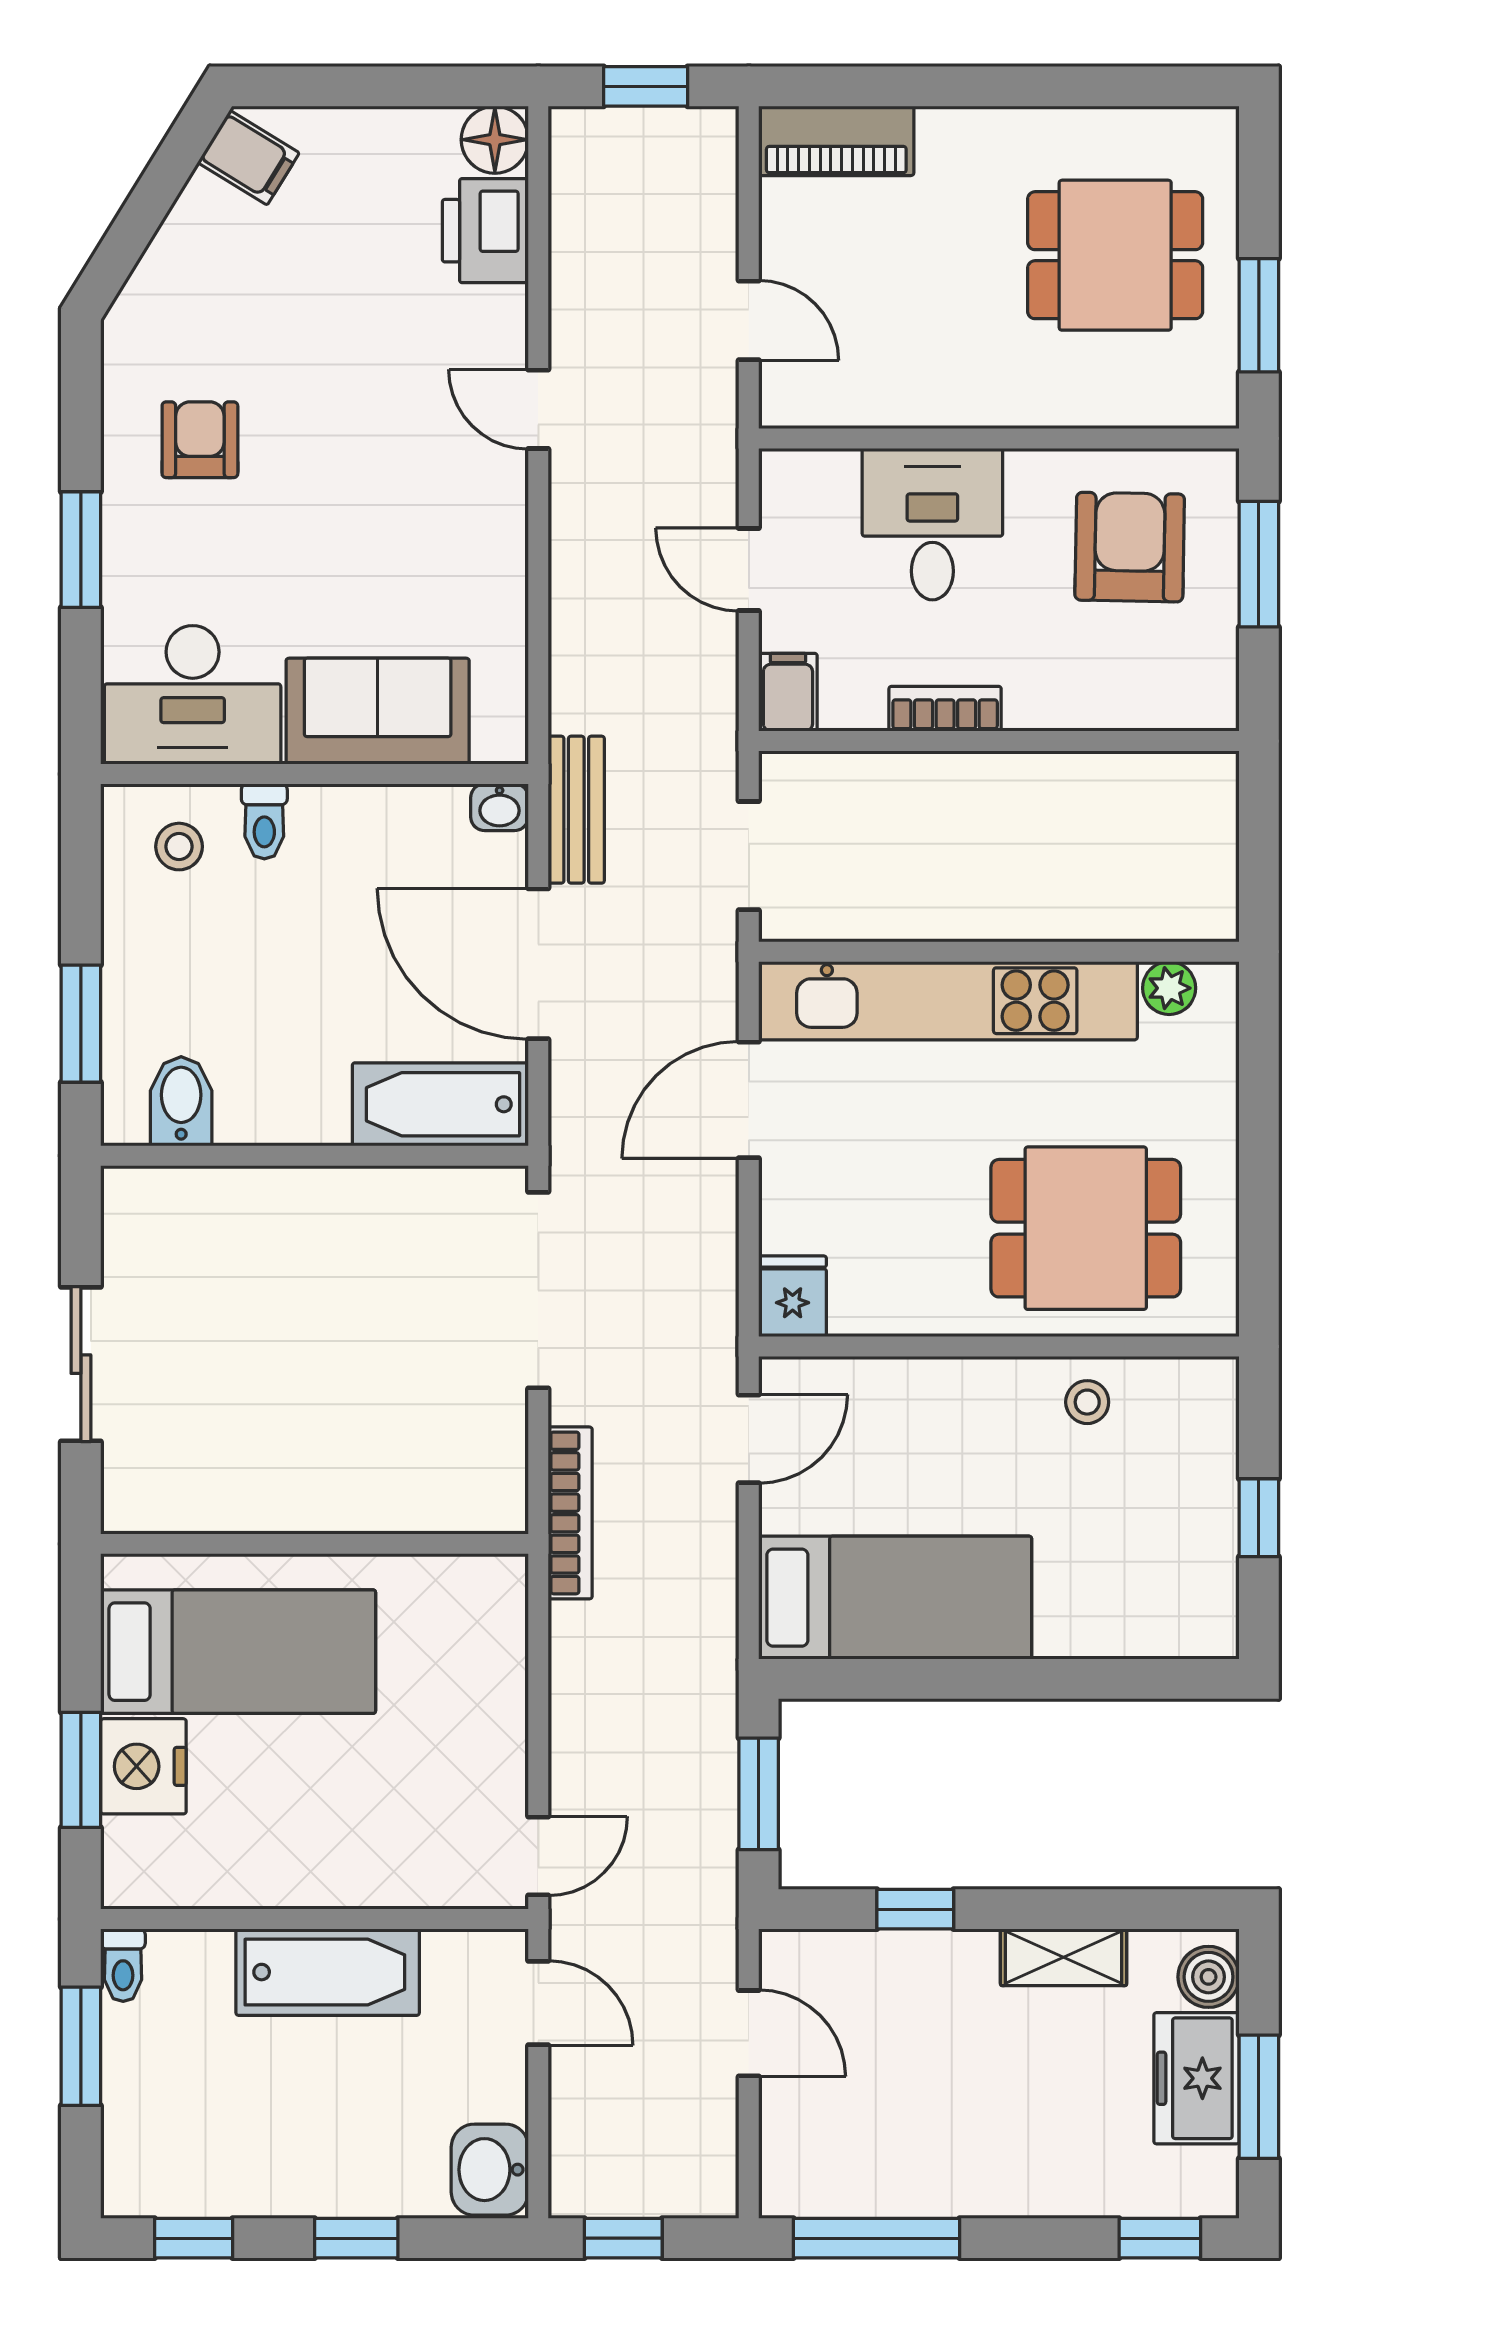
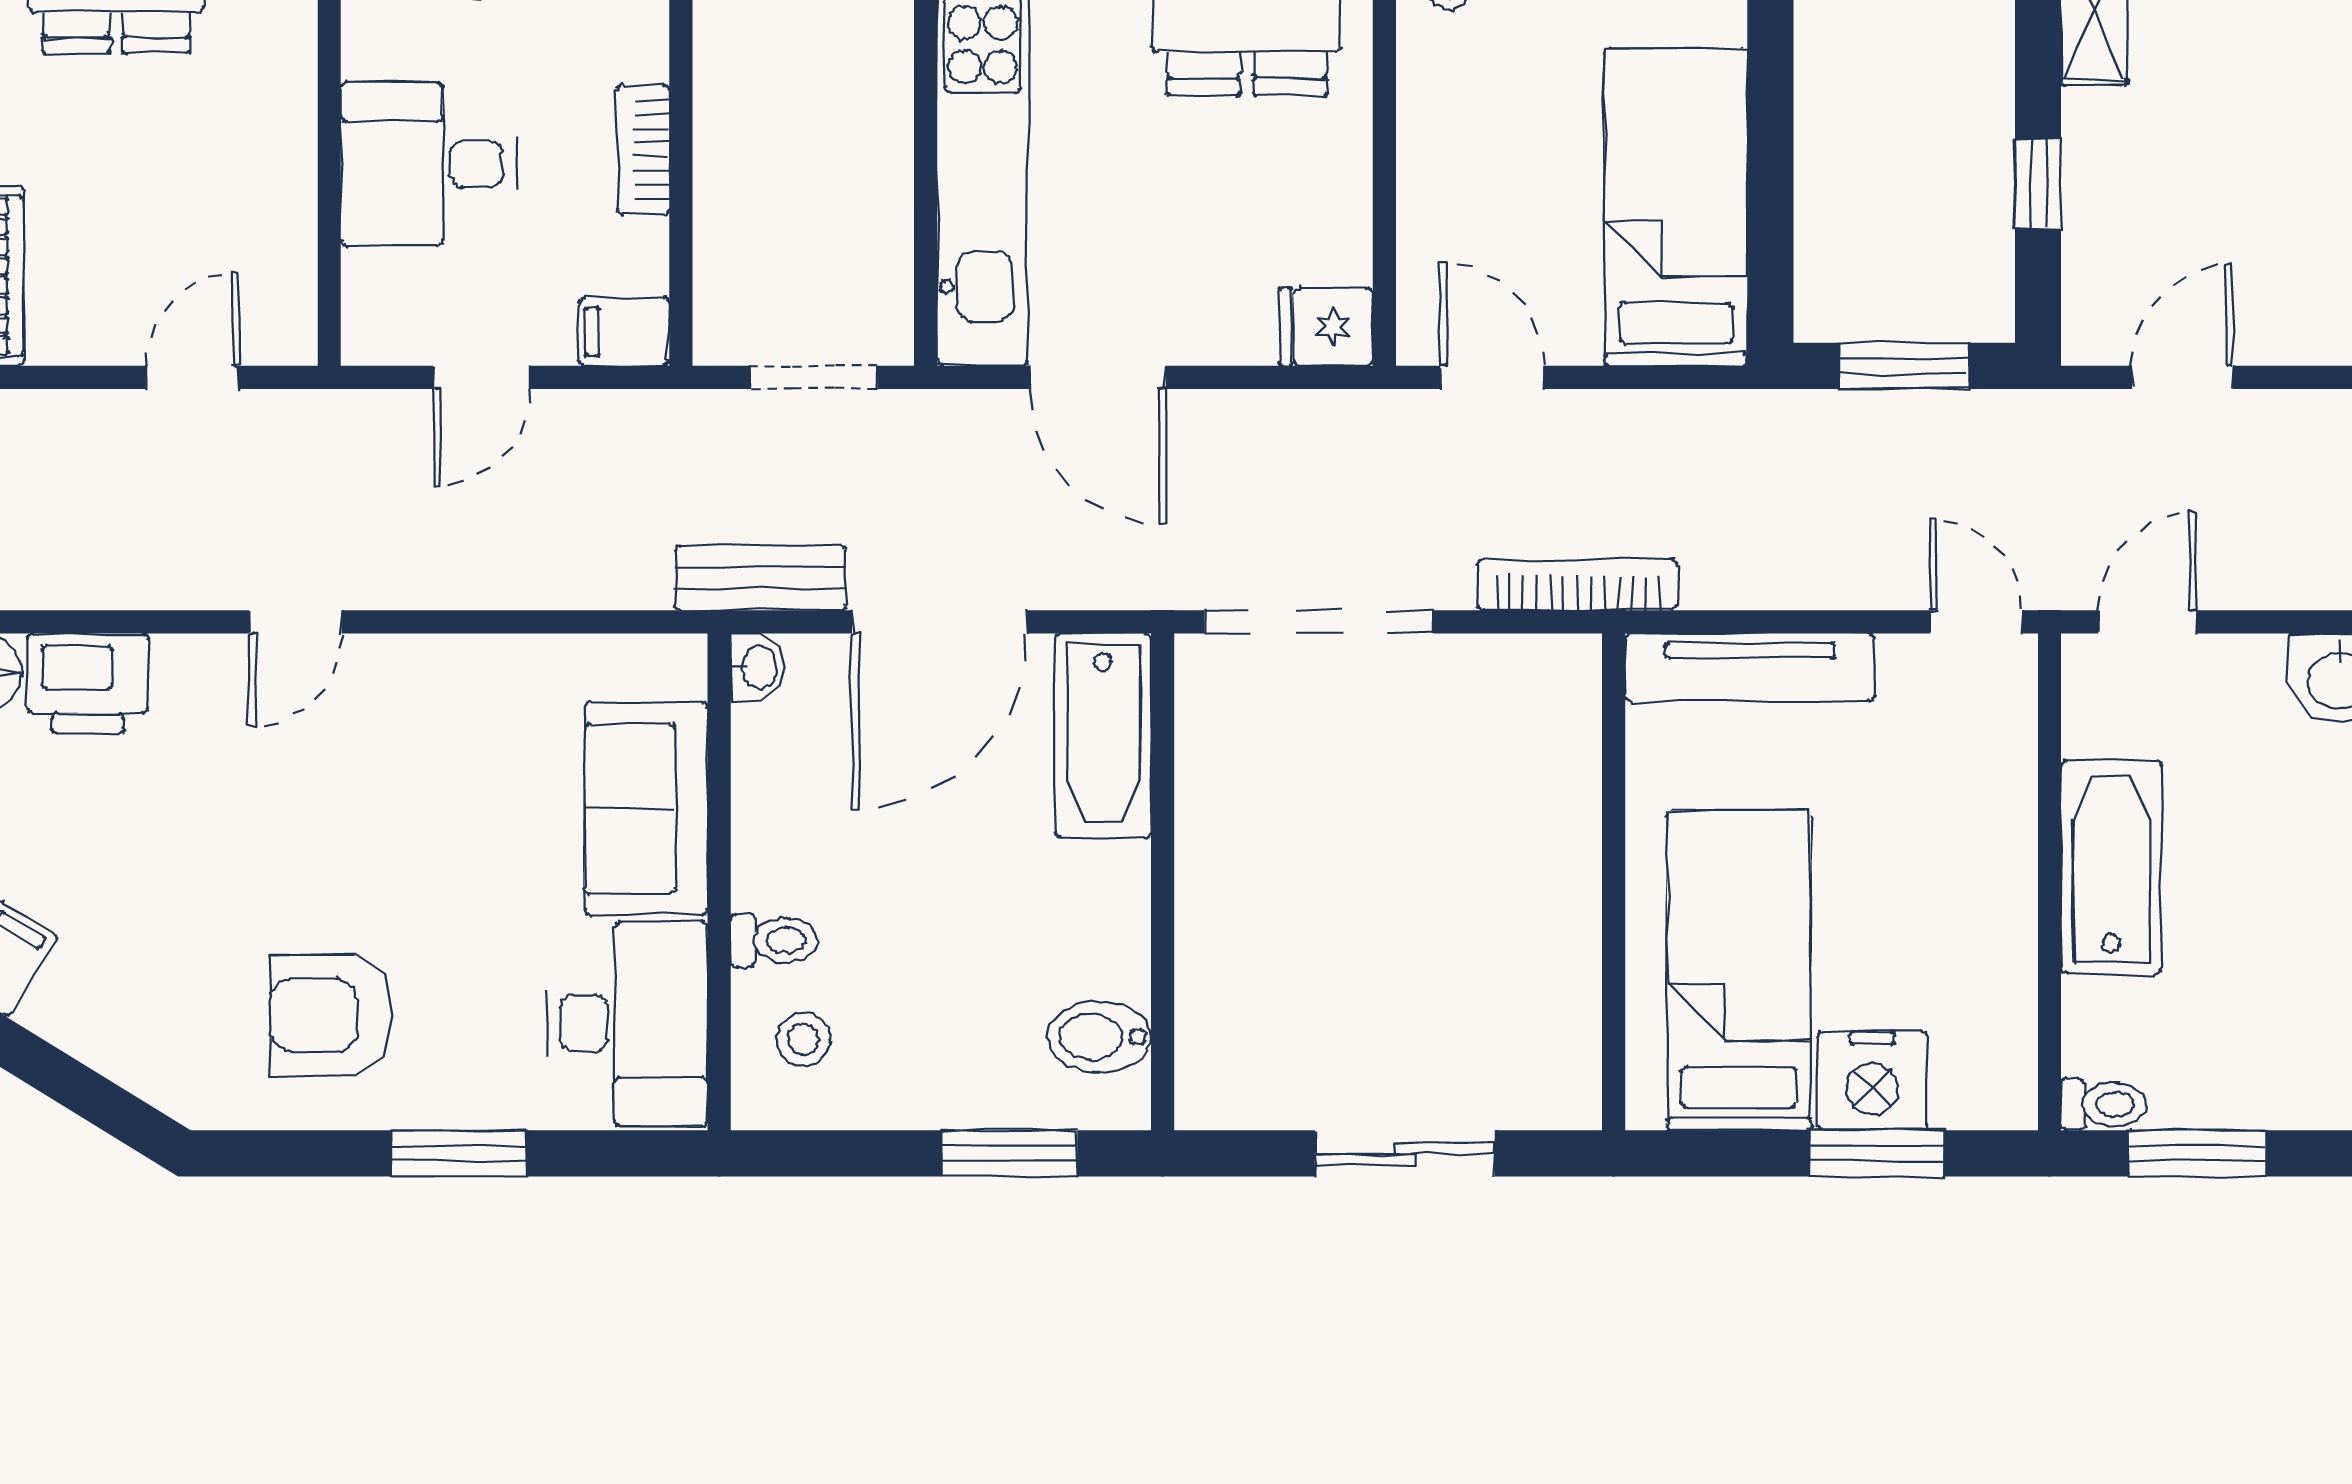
armchair: (200, 440) -> (331, 1015), width x1.38, depth x1.38
tv unit: (499, 1661) -> (1750, 667), added

